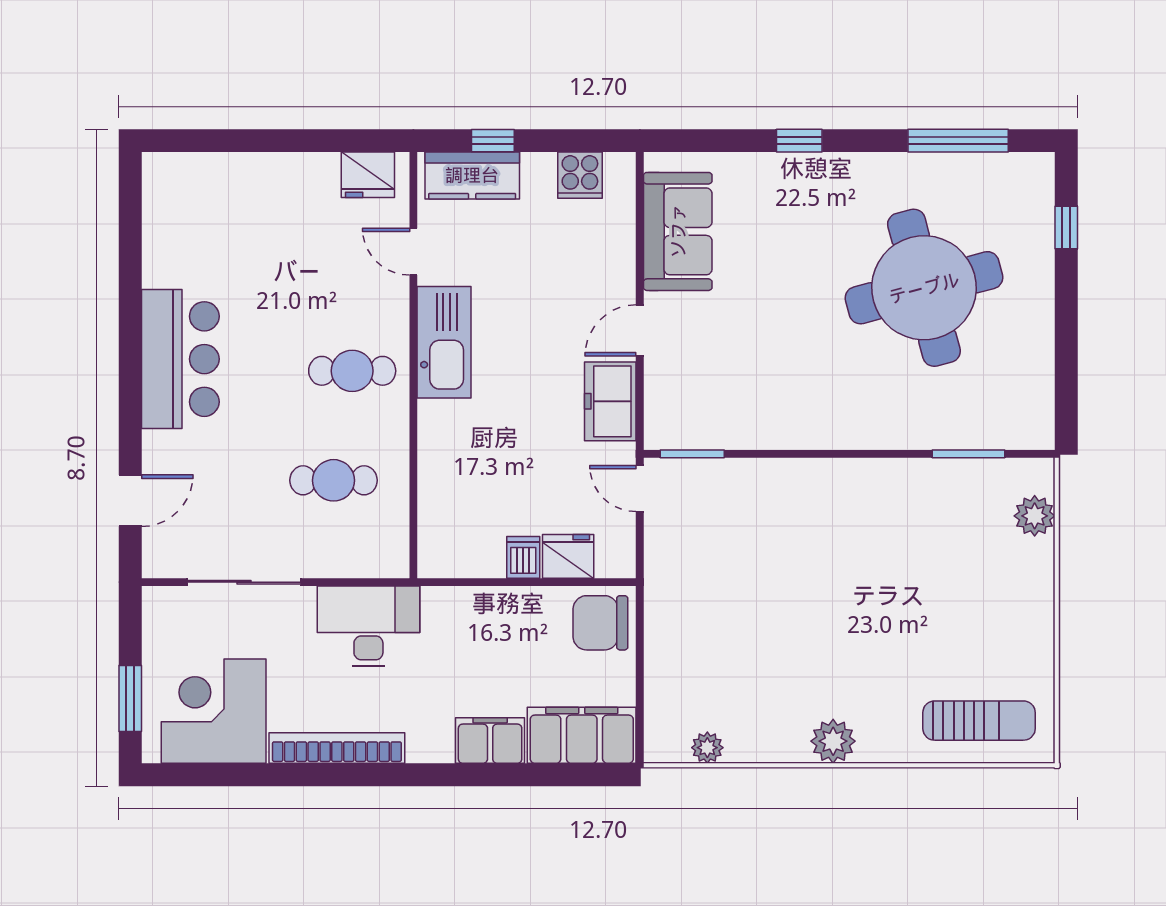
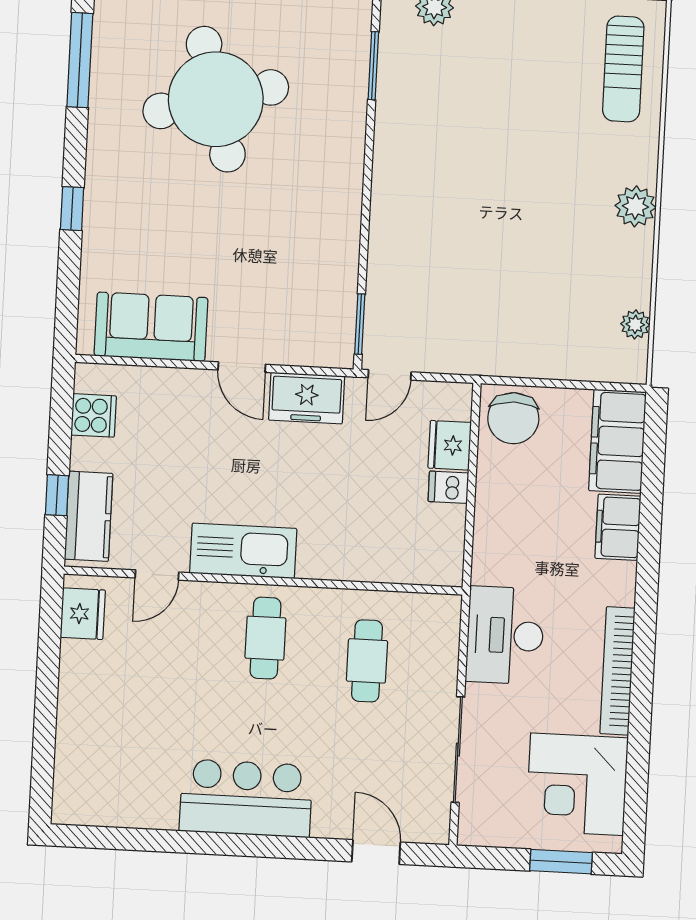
sun lounger: (979, 721) -> (623, 69), turned 180

